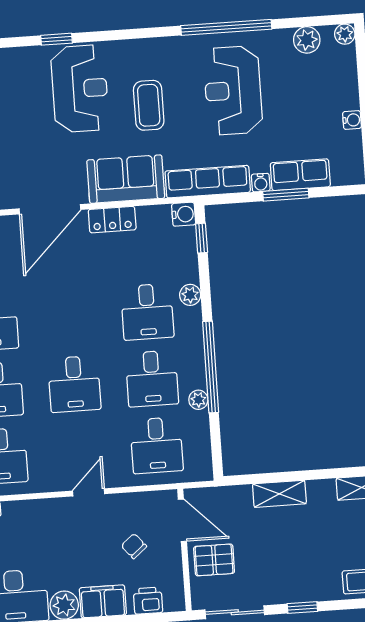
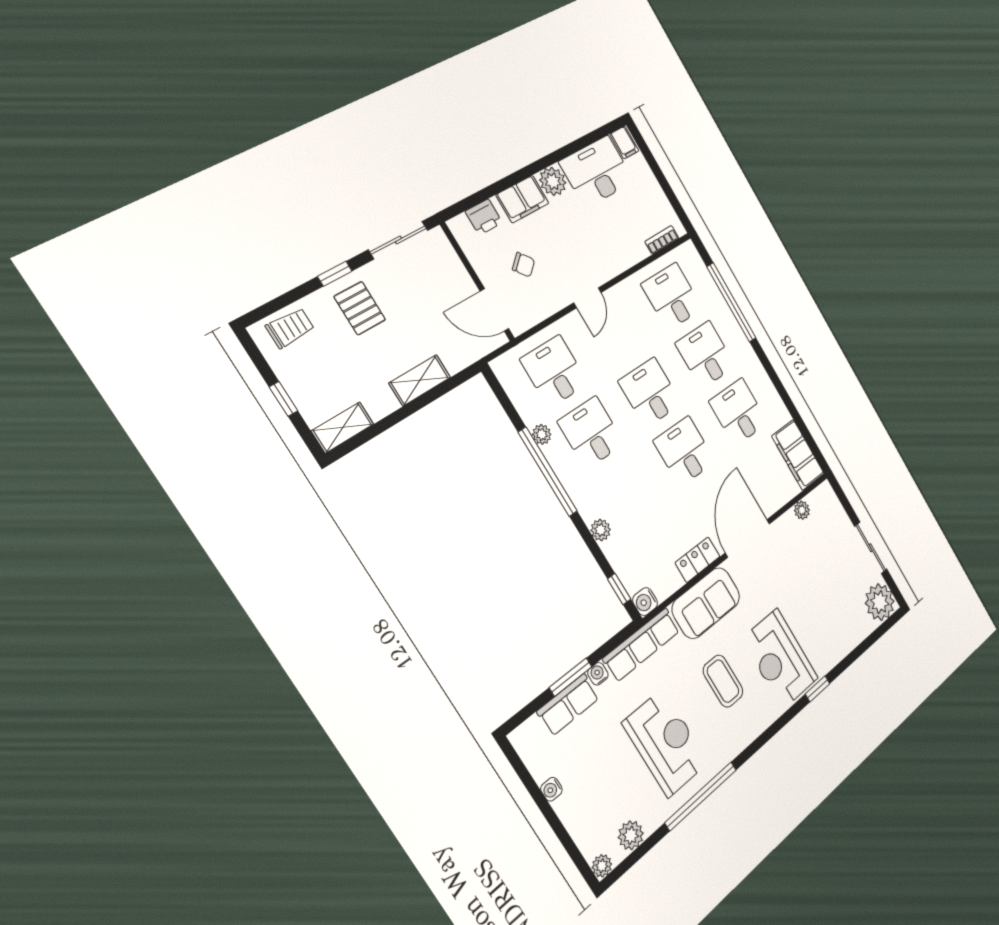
desk: (147, 312) -> (684, 451), moved
pallet: (214, 560) -> (360, 308), moved, turned 90

